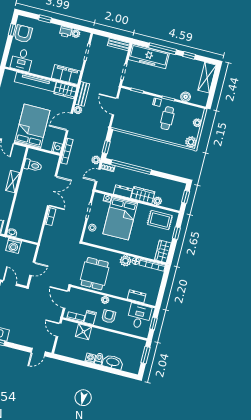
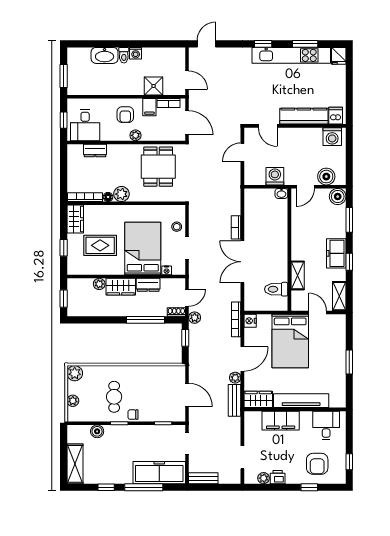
armchair: (23, 34) -> (317, 464), moved
filing cabinet: (66, 75) -> (281, 421), moved
window: (131, 167) -> (146, 320), width x0.68
shelving: (13, 182) -> (298, 275), moved
rug: (160, 220) -> (100, 245), moved

